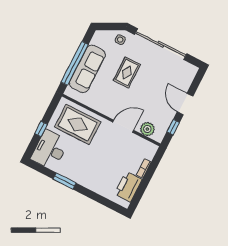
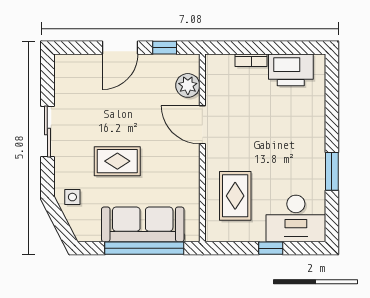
sliding door: (161, 44) -> (47, 131), width x0.54
rug: (78, 124) -> (235, 196), width x0.73, depth x0.70

